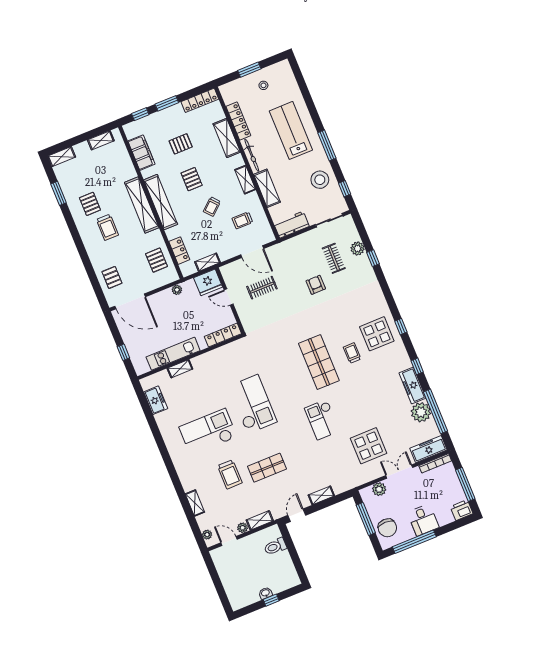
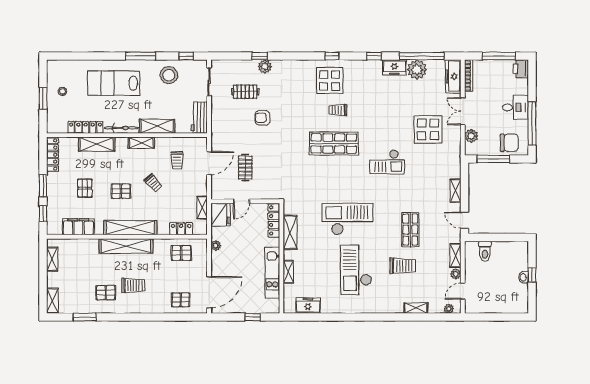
plant: (358, 249) -> (265, 67), moved
shelving: (218, 355) -> (290, 232), added
freezer: (412, 386) -> (394, 67), width x0.71

